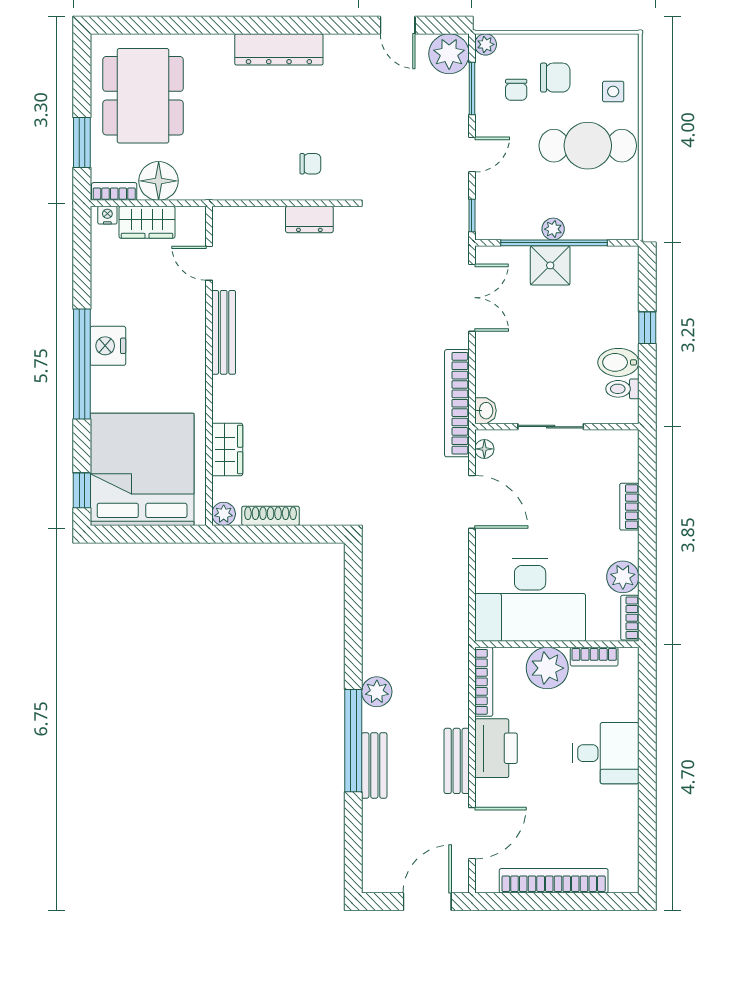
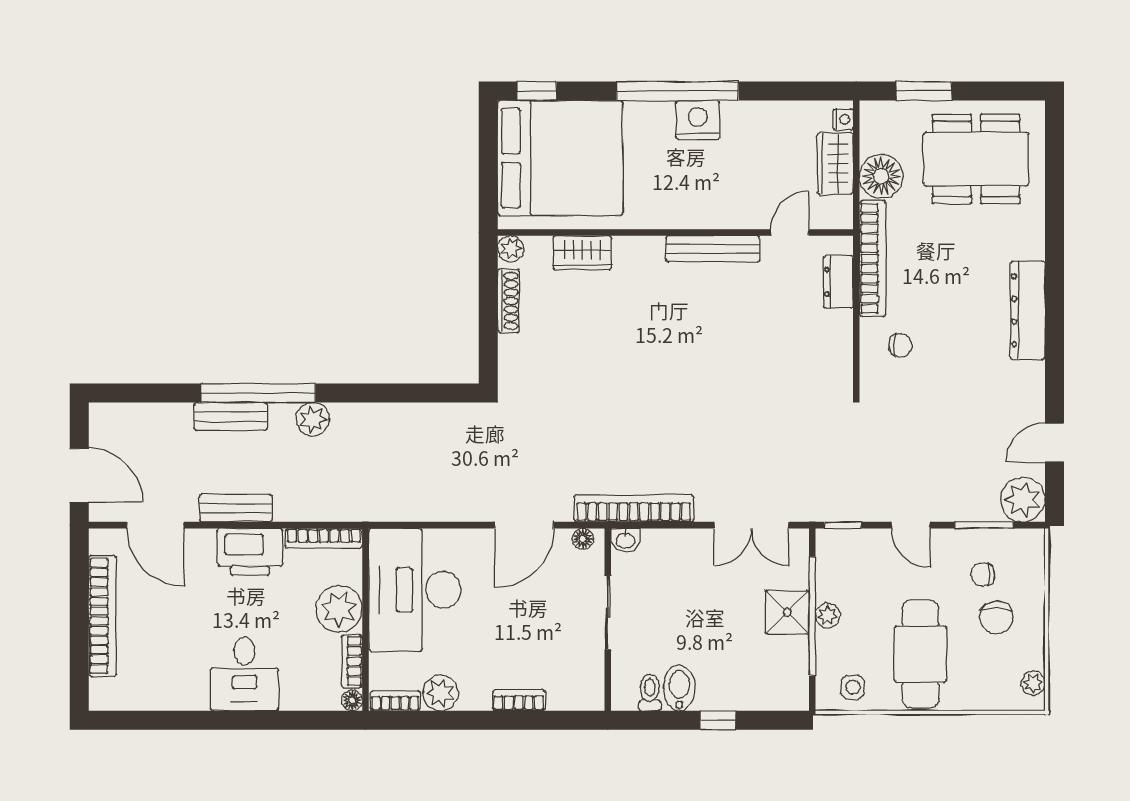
plant: (486, 44) -> (1033, 683), moved
side table: (613, 92) -> (853, 687), moved
chair: (310, 164) -> (900, 345), turned -90
bookcase: (114, 191) -> (873, 258), moved, width x2.31, depth x1.31
dresser: (309, 219) -> (838, 282), moved
floor lamp: (629, 656) -> (352, 700), added

